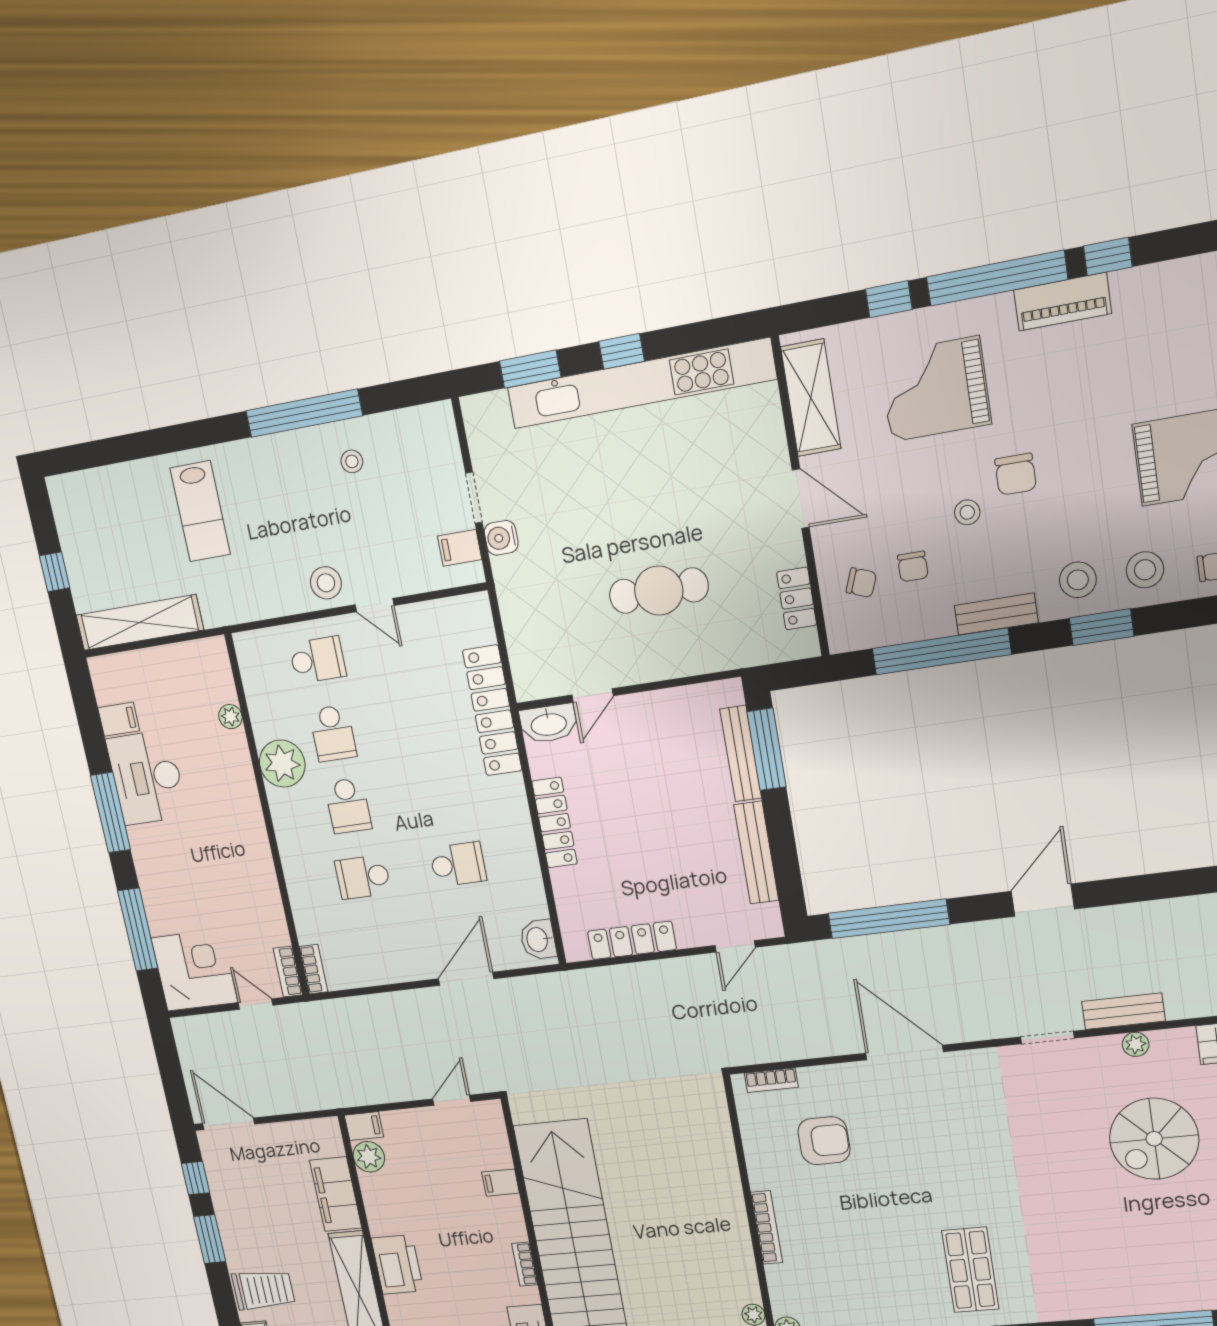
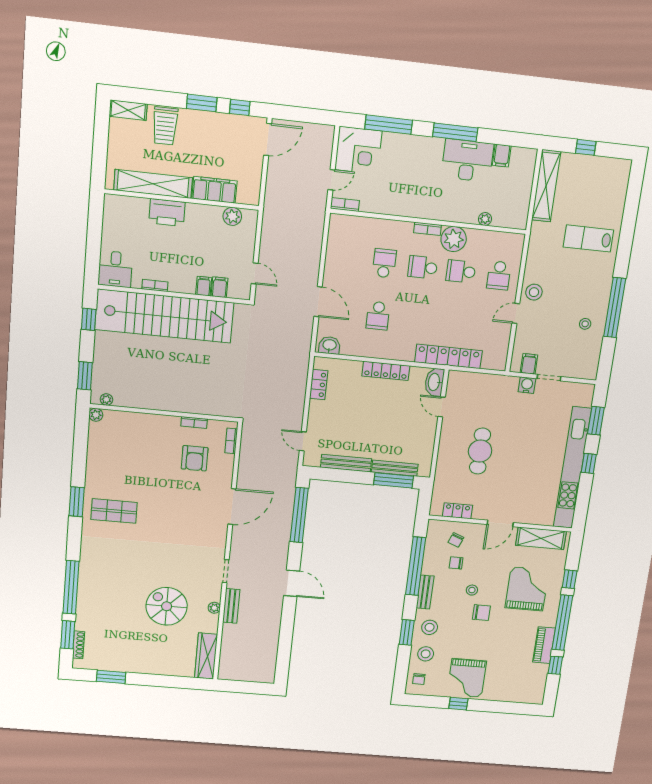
chair: (1016, 474) -> (481, 613), turned 180
locker: (632, 940) -> (319, 385), width x0.66
bookcase: (313, 969) -> (428, 229), moved
filing cabinet: (364, 1126) -> (220, 287), moved, turned 180
bookcase: (767, 1227) -> (194, 422), moved, width x0.64

